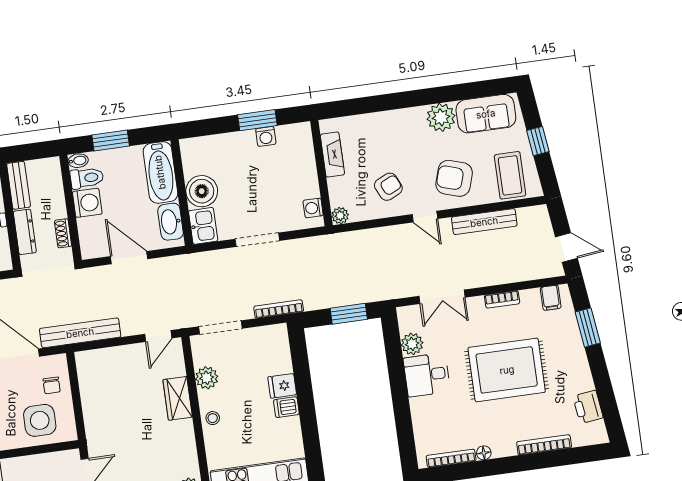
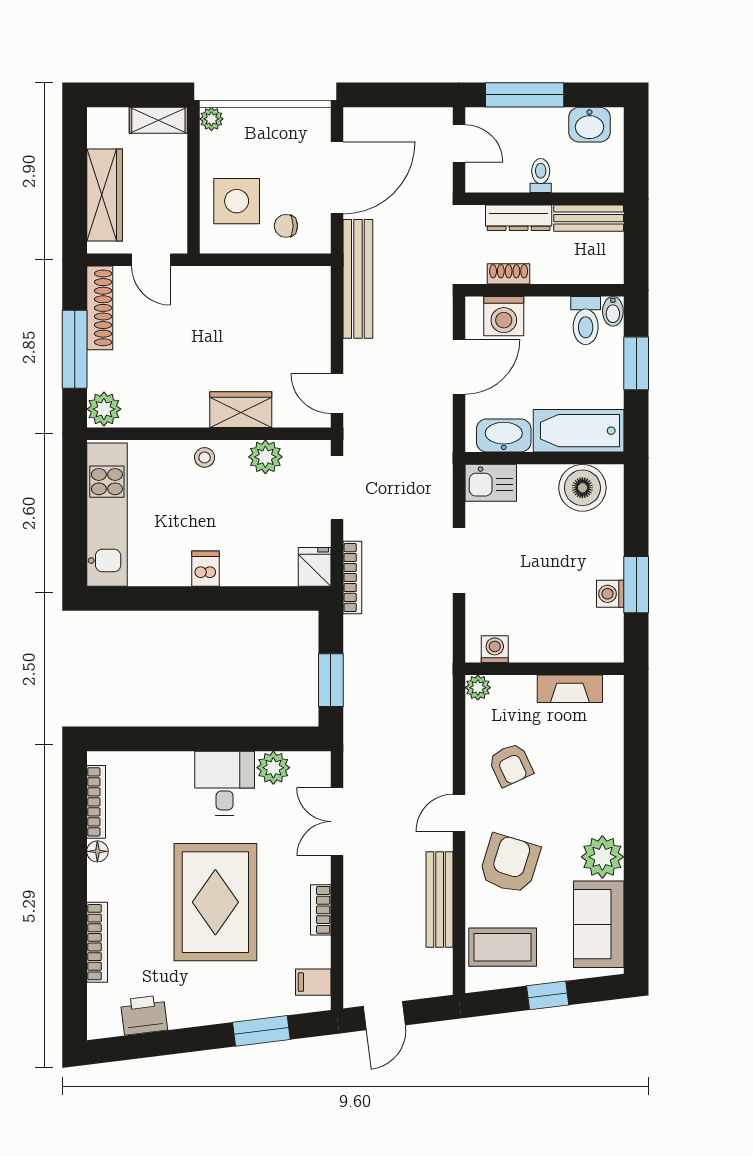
boiler: (202, 191) -> (582, 488), moved
washing machine: (87, 203) -> (504, 316), moved
fridge: (282, 386) -> (315, 567), moved

